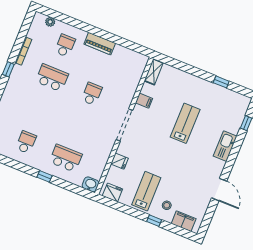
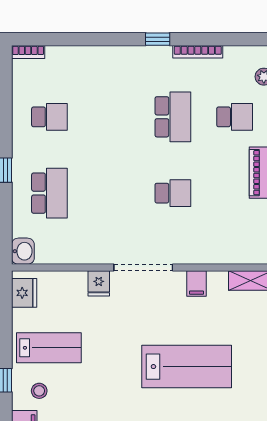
lab bench: (185, 123) -> (187, 367), width x1.36, depth x1.39
fridge: (119, 161) -> (99, 283), moved

